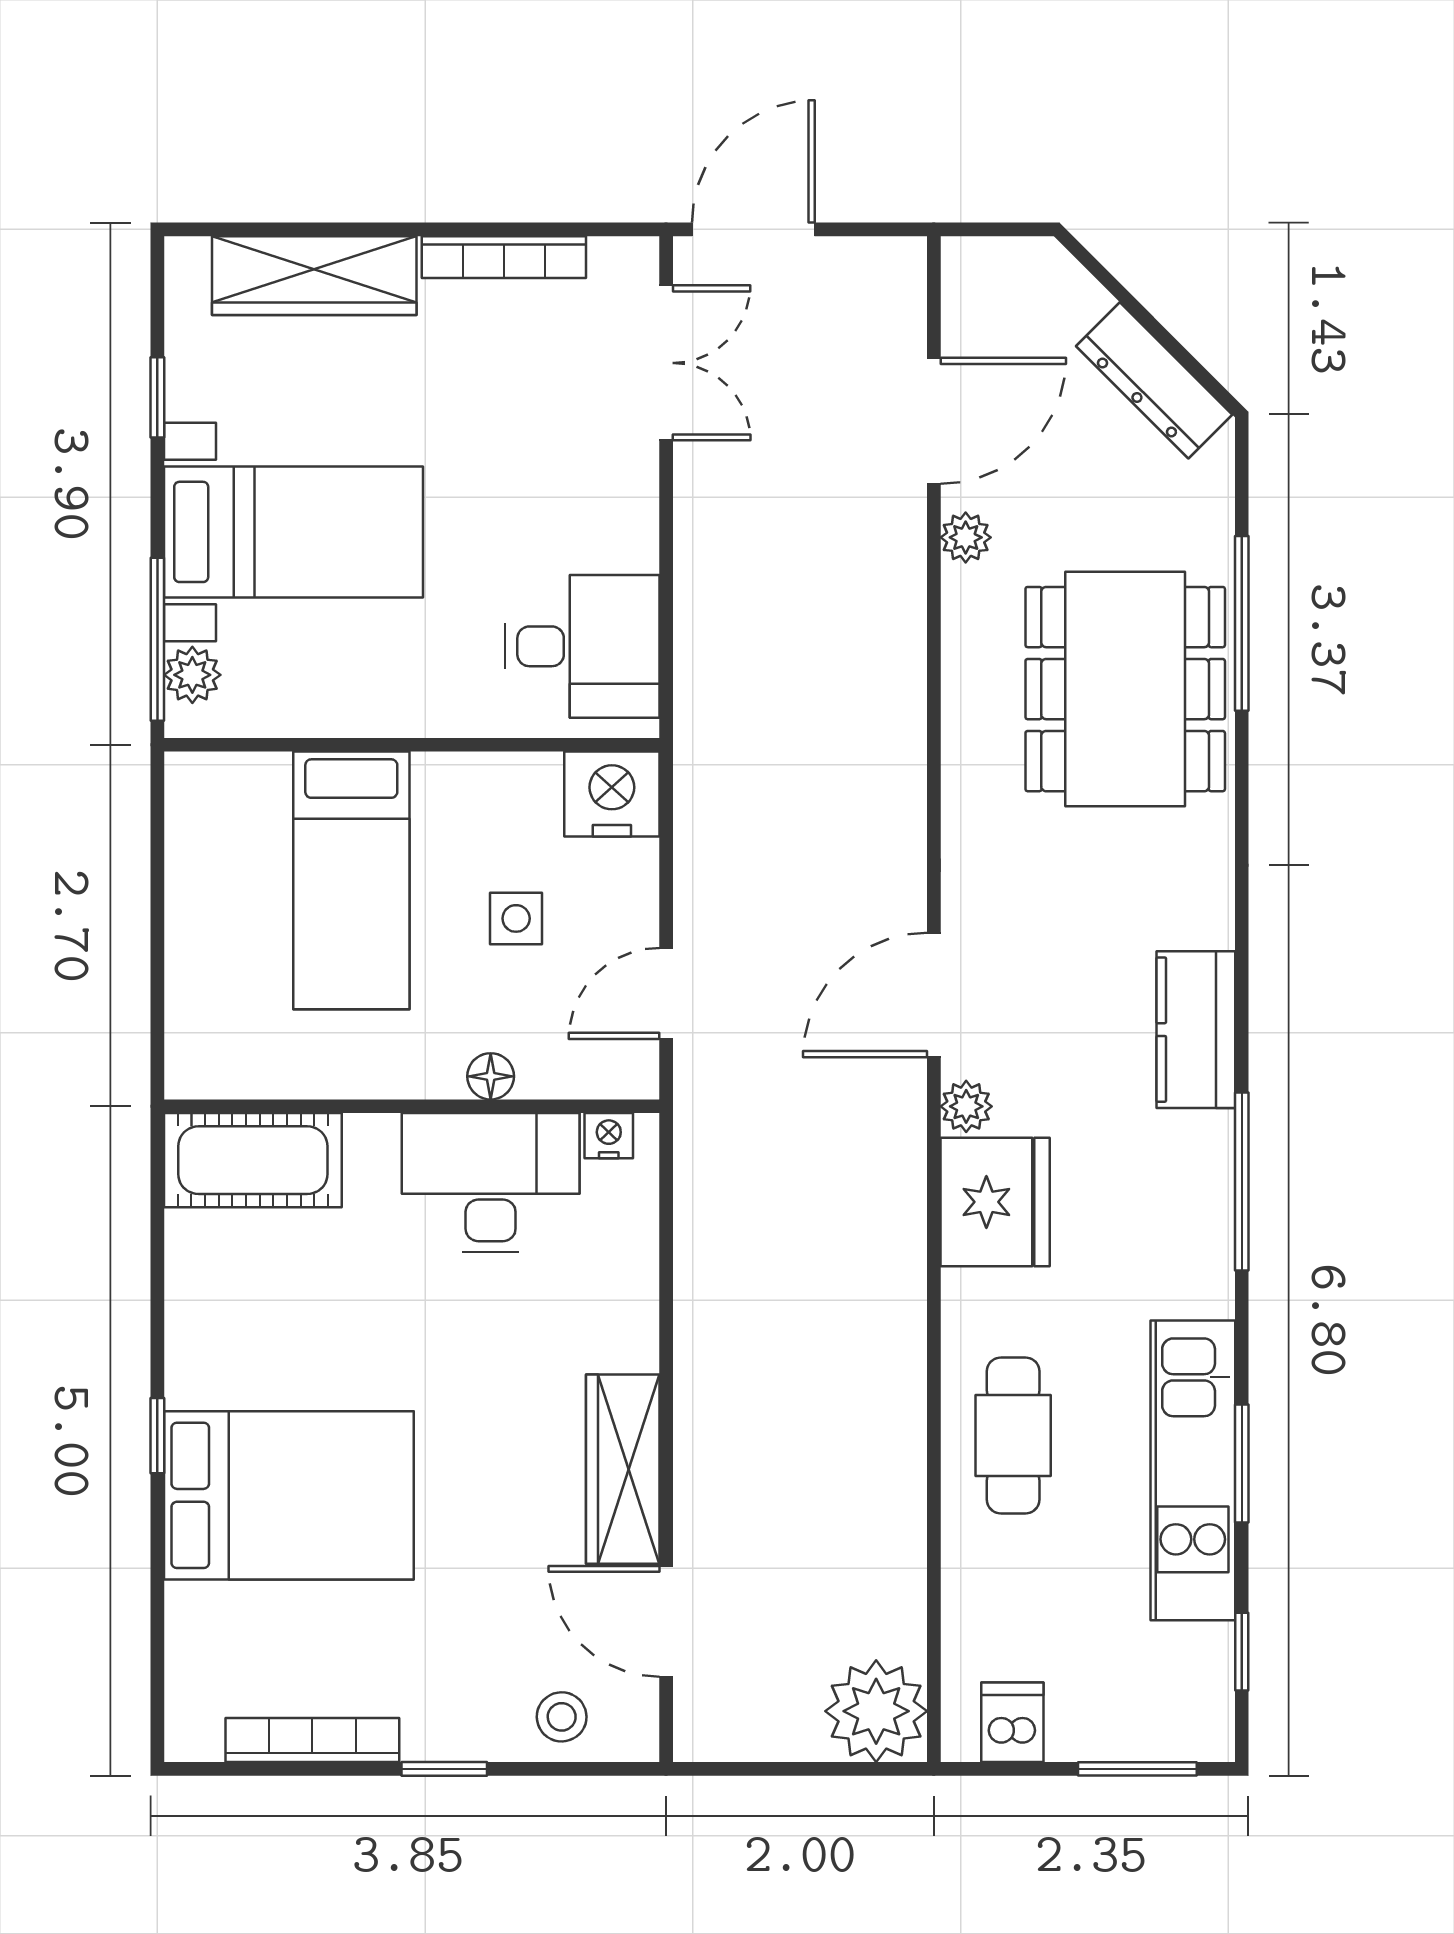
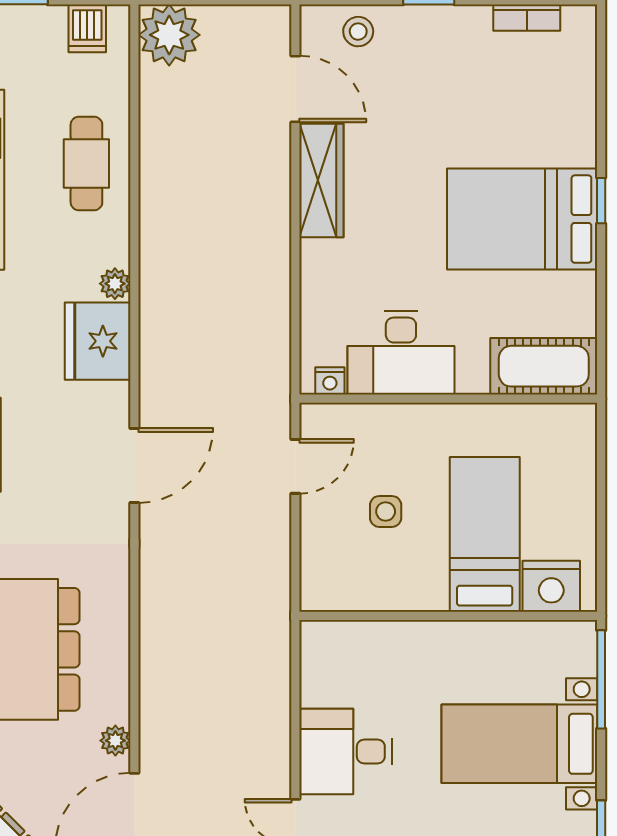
desk: (582, 646) -> (346, 752), moved
plant: (192, 675) -> (580, 658), removed
nightstand: (612, 794) -> (551, 586), moved
floor lamp: (491, 1076) -> (401, 417), removed
plant: (966, 1106) -> (115, 284), moved
cafe table: (1013, 1435) -> (86, 164), moved
bed: (289, 1495) -> (522, 219), moved
bookcase: (312, 1740) -> (527, 18), width x0.64

